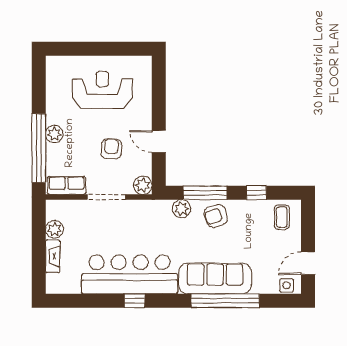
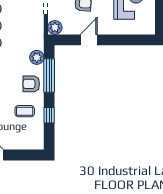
armchair: (216, 216) -> (31, 84), turned -73
coffee table: (282, 217) -> (25, 111), moved

